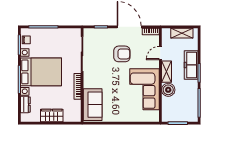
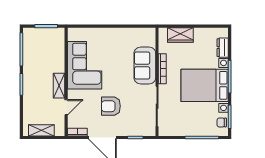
freezer: (191, 65) -> (31, 93), removed
boiler: (168, 90) -> (57, 65), removed
sofa: (93, 105) -> (145, 65), moved
wardrobe: (52, 115) -> (180, 35), moved

